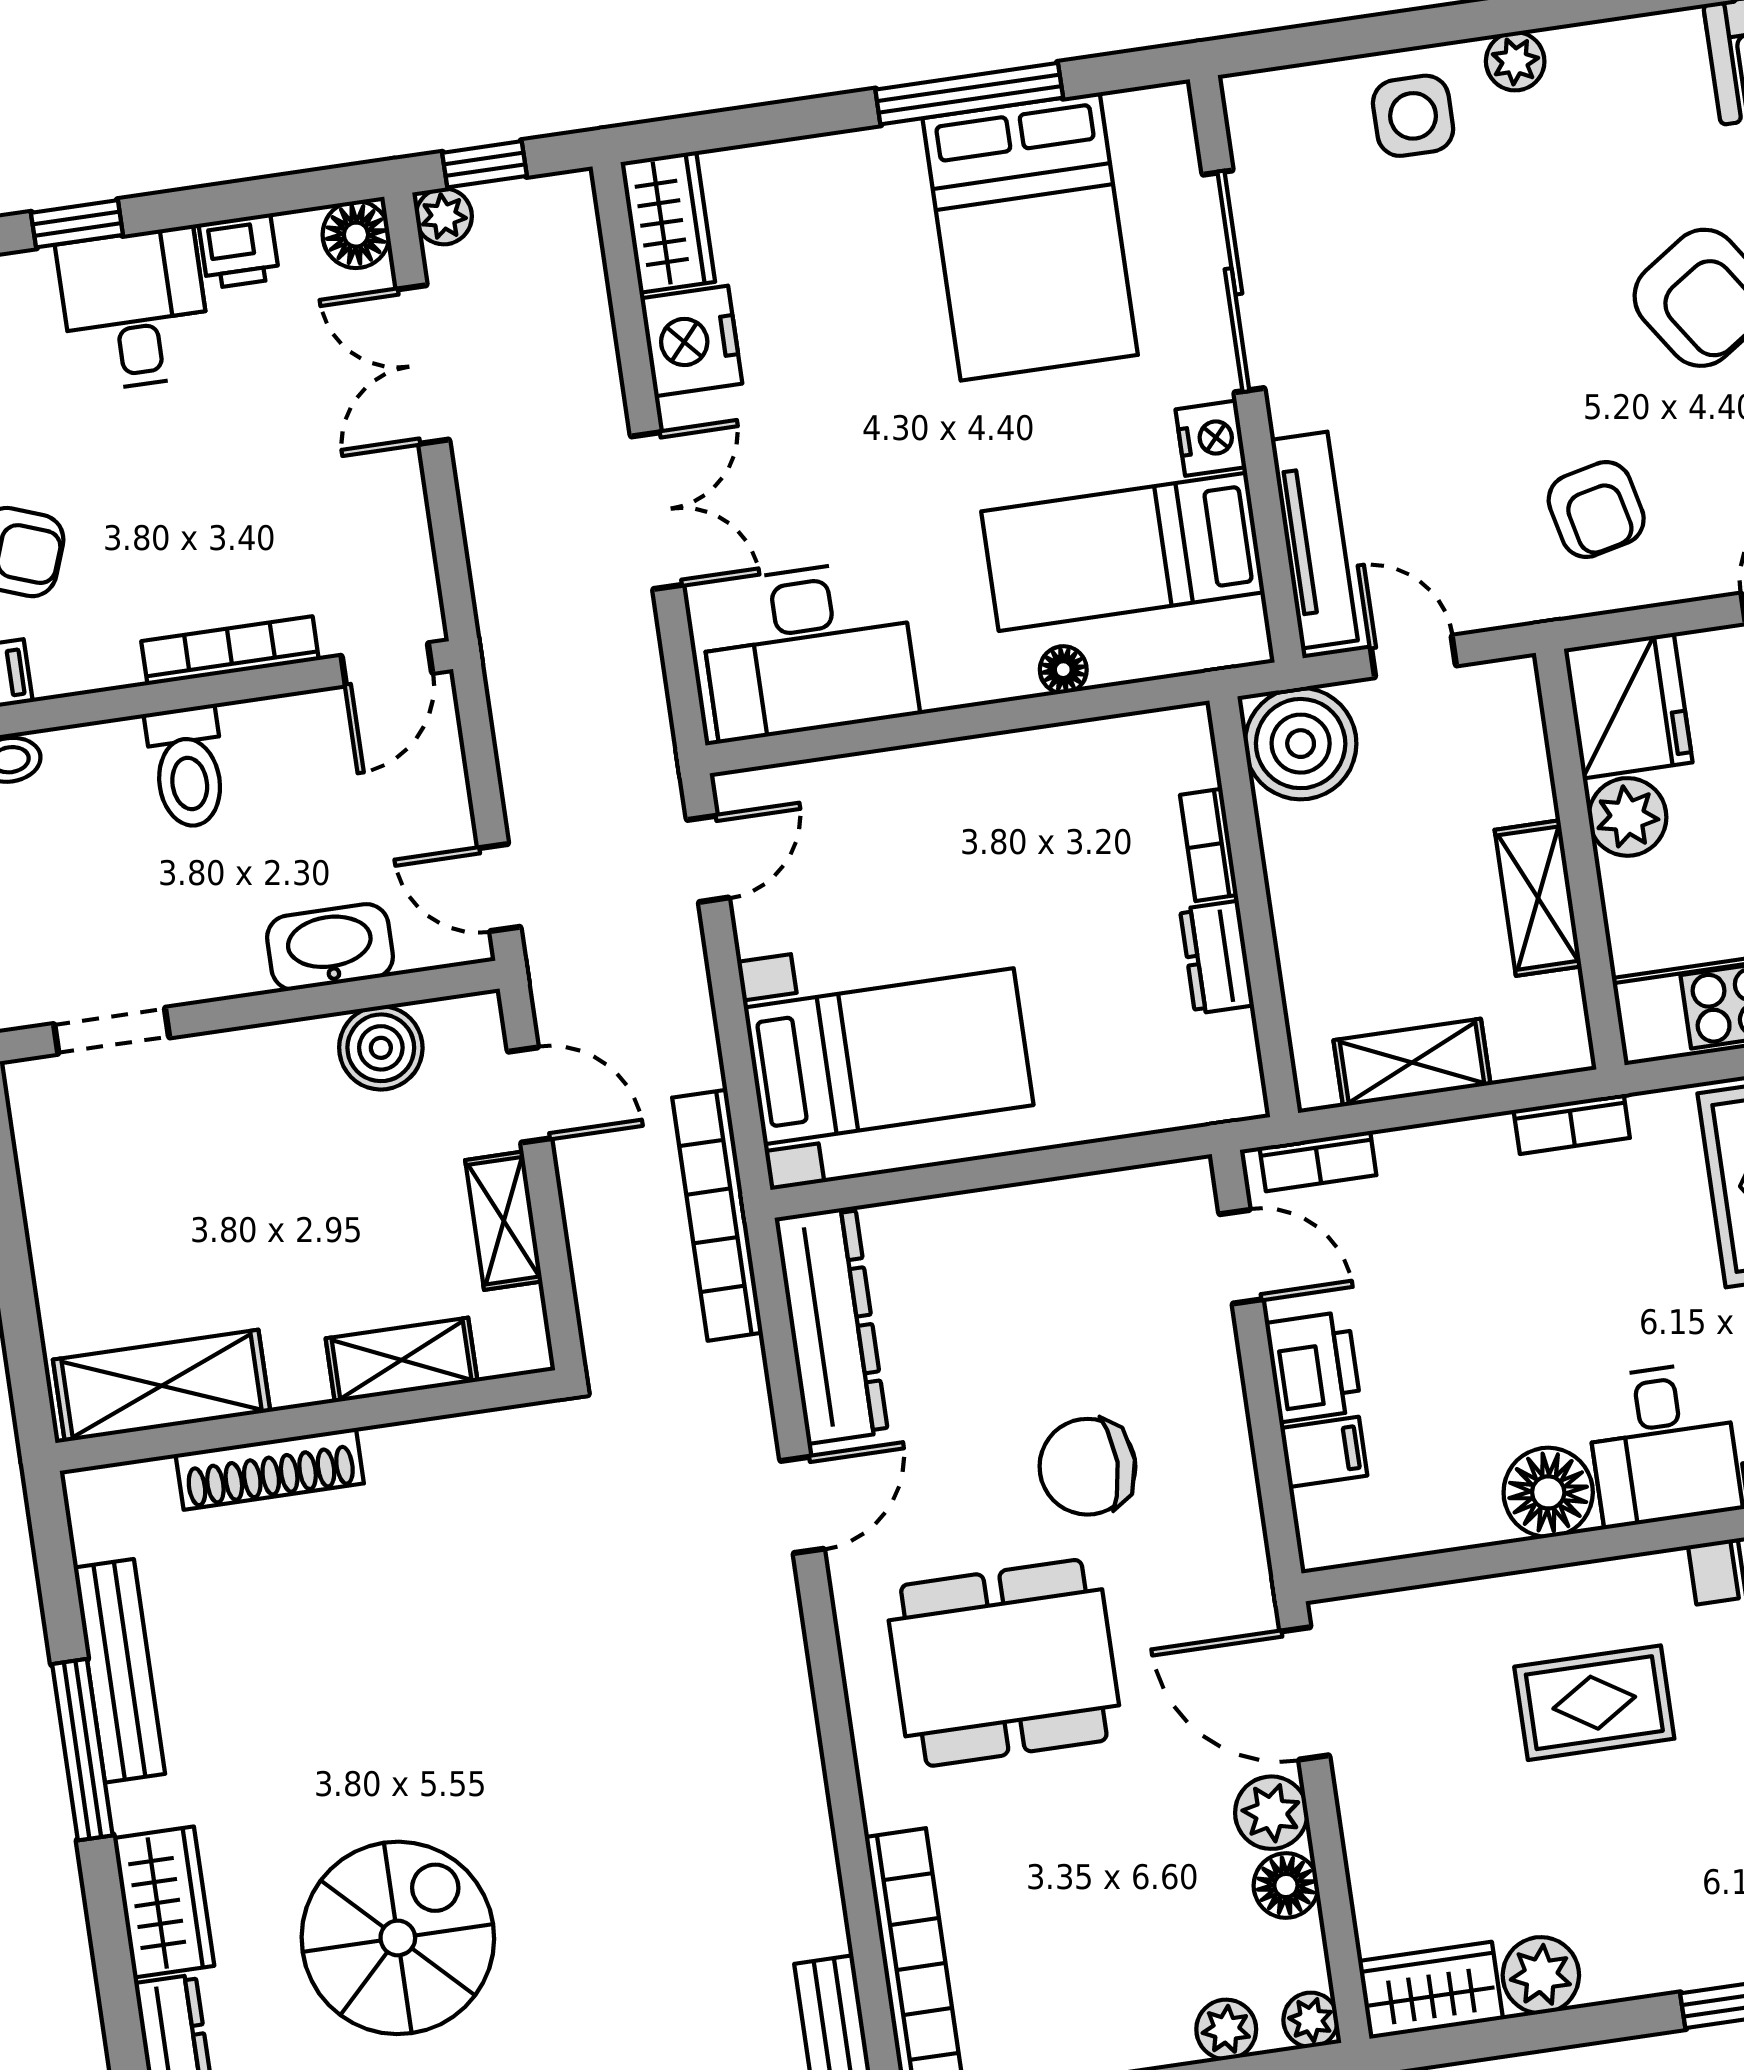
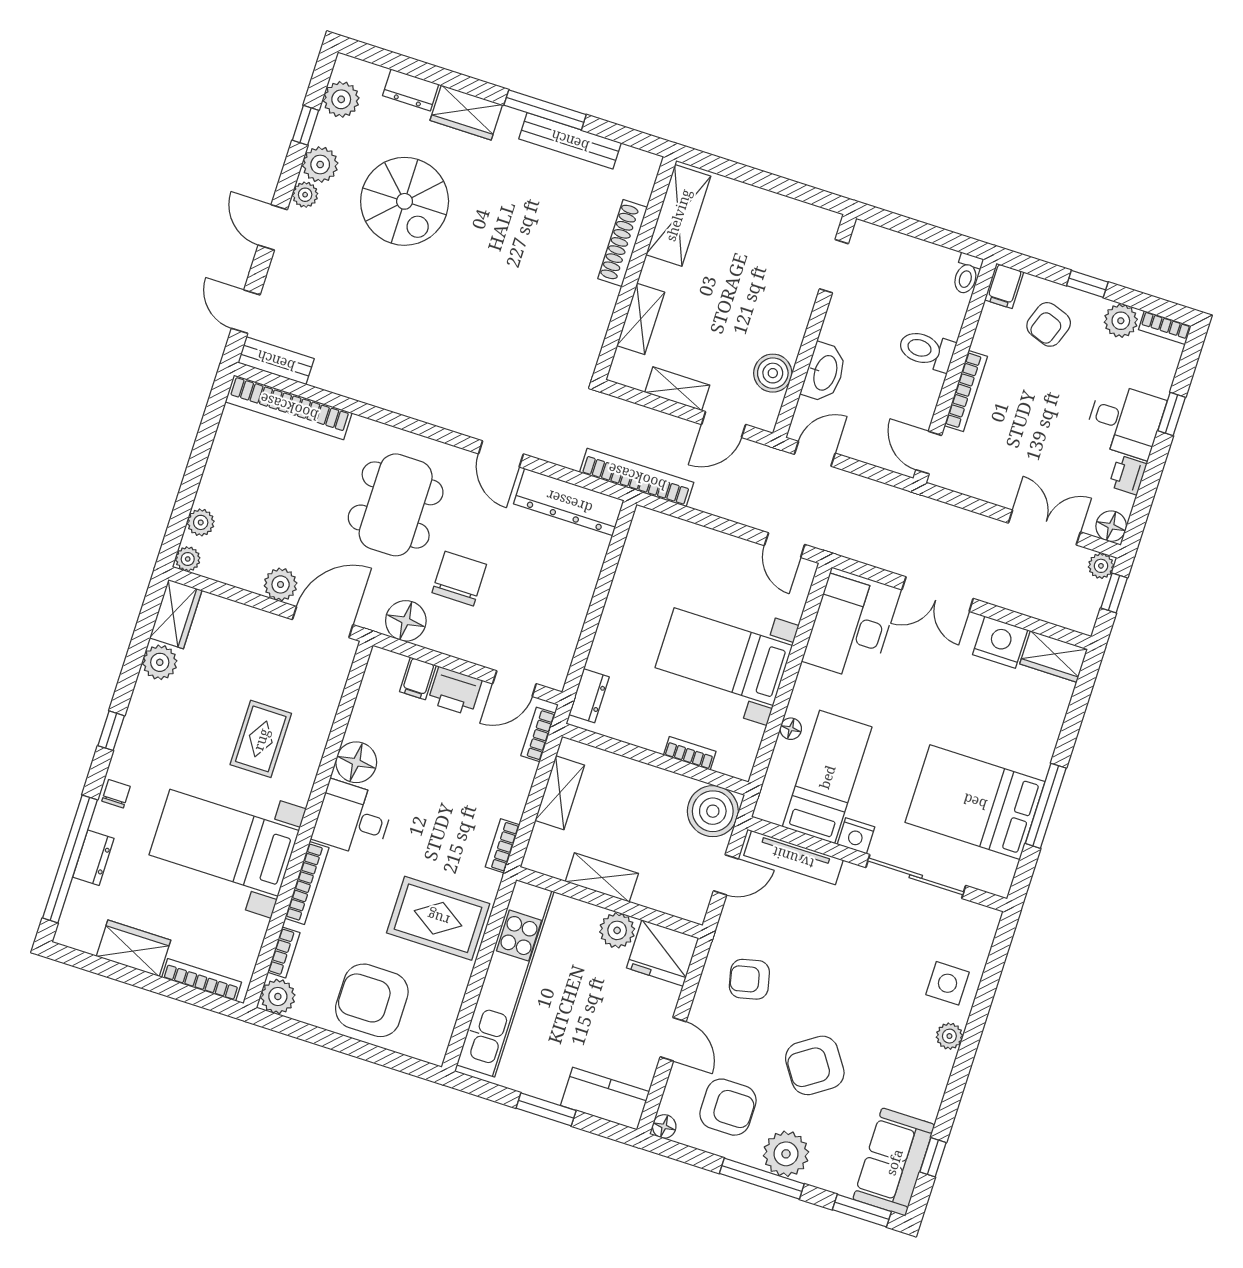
dresser: (1217, 957) -> (589, 696), moved, turned 90
bed with nightstands: (889, 1056) -> (724, 657), moved, turned 90
floor lamp: (1286, 1886) -> (406, 621), moved, width x1.38, depth x1.38

